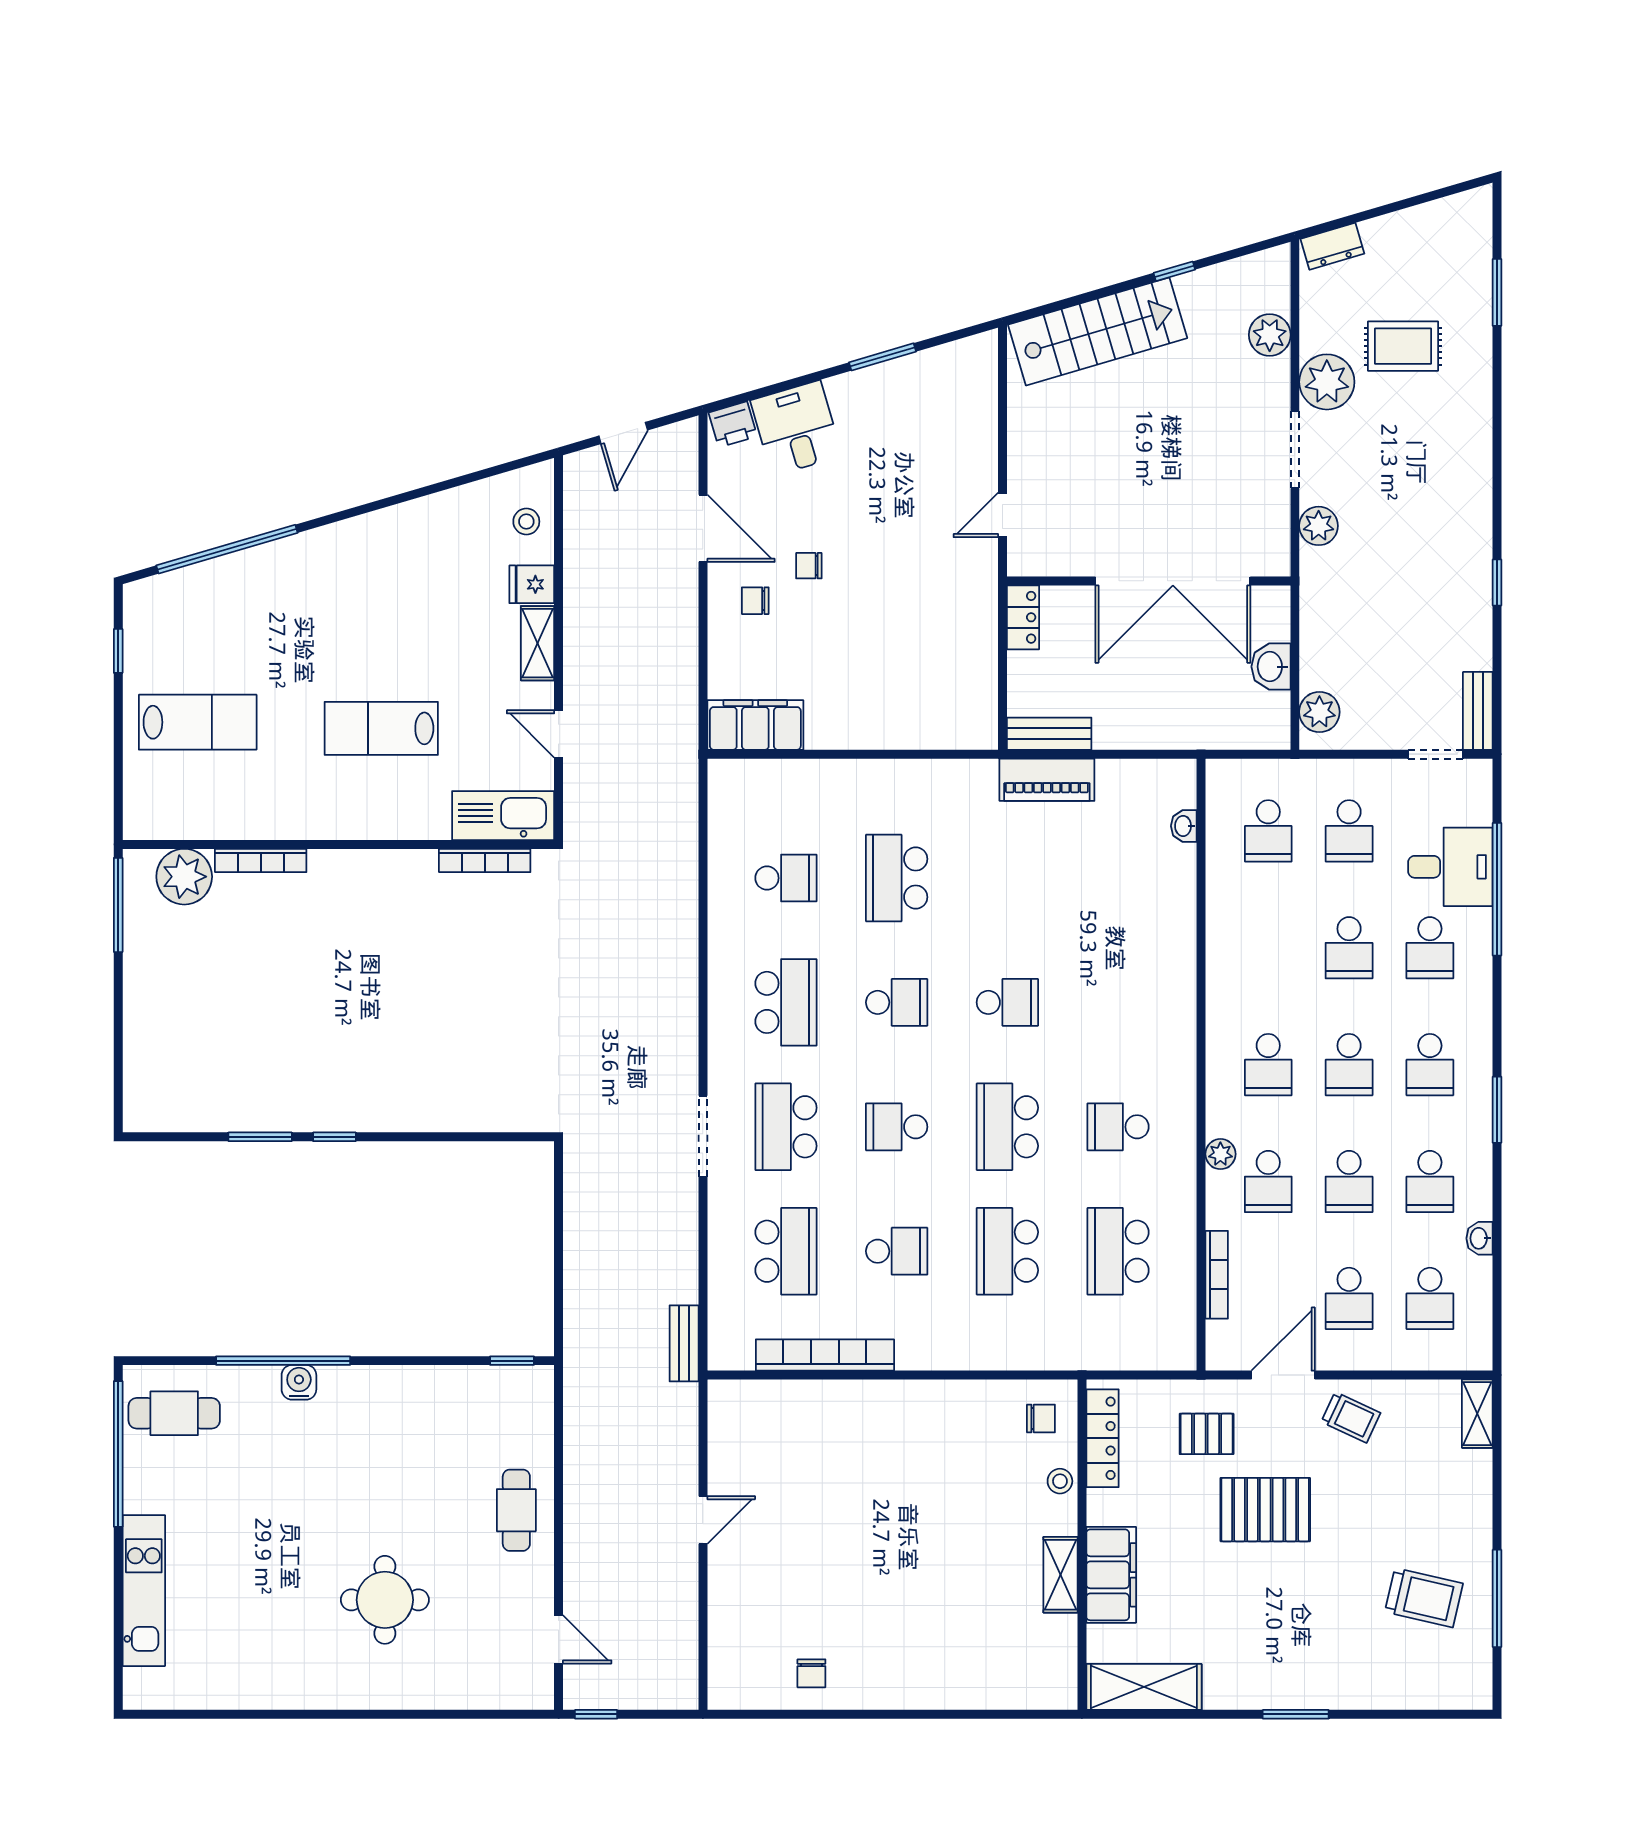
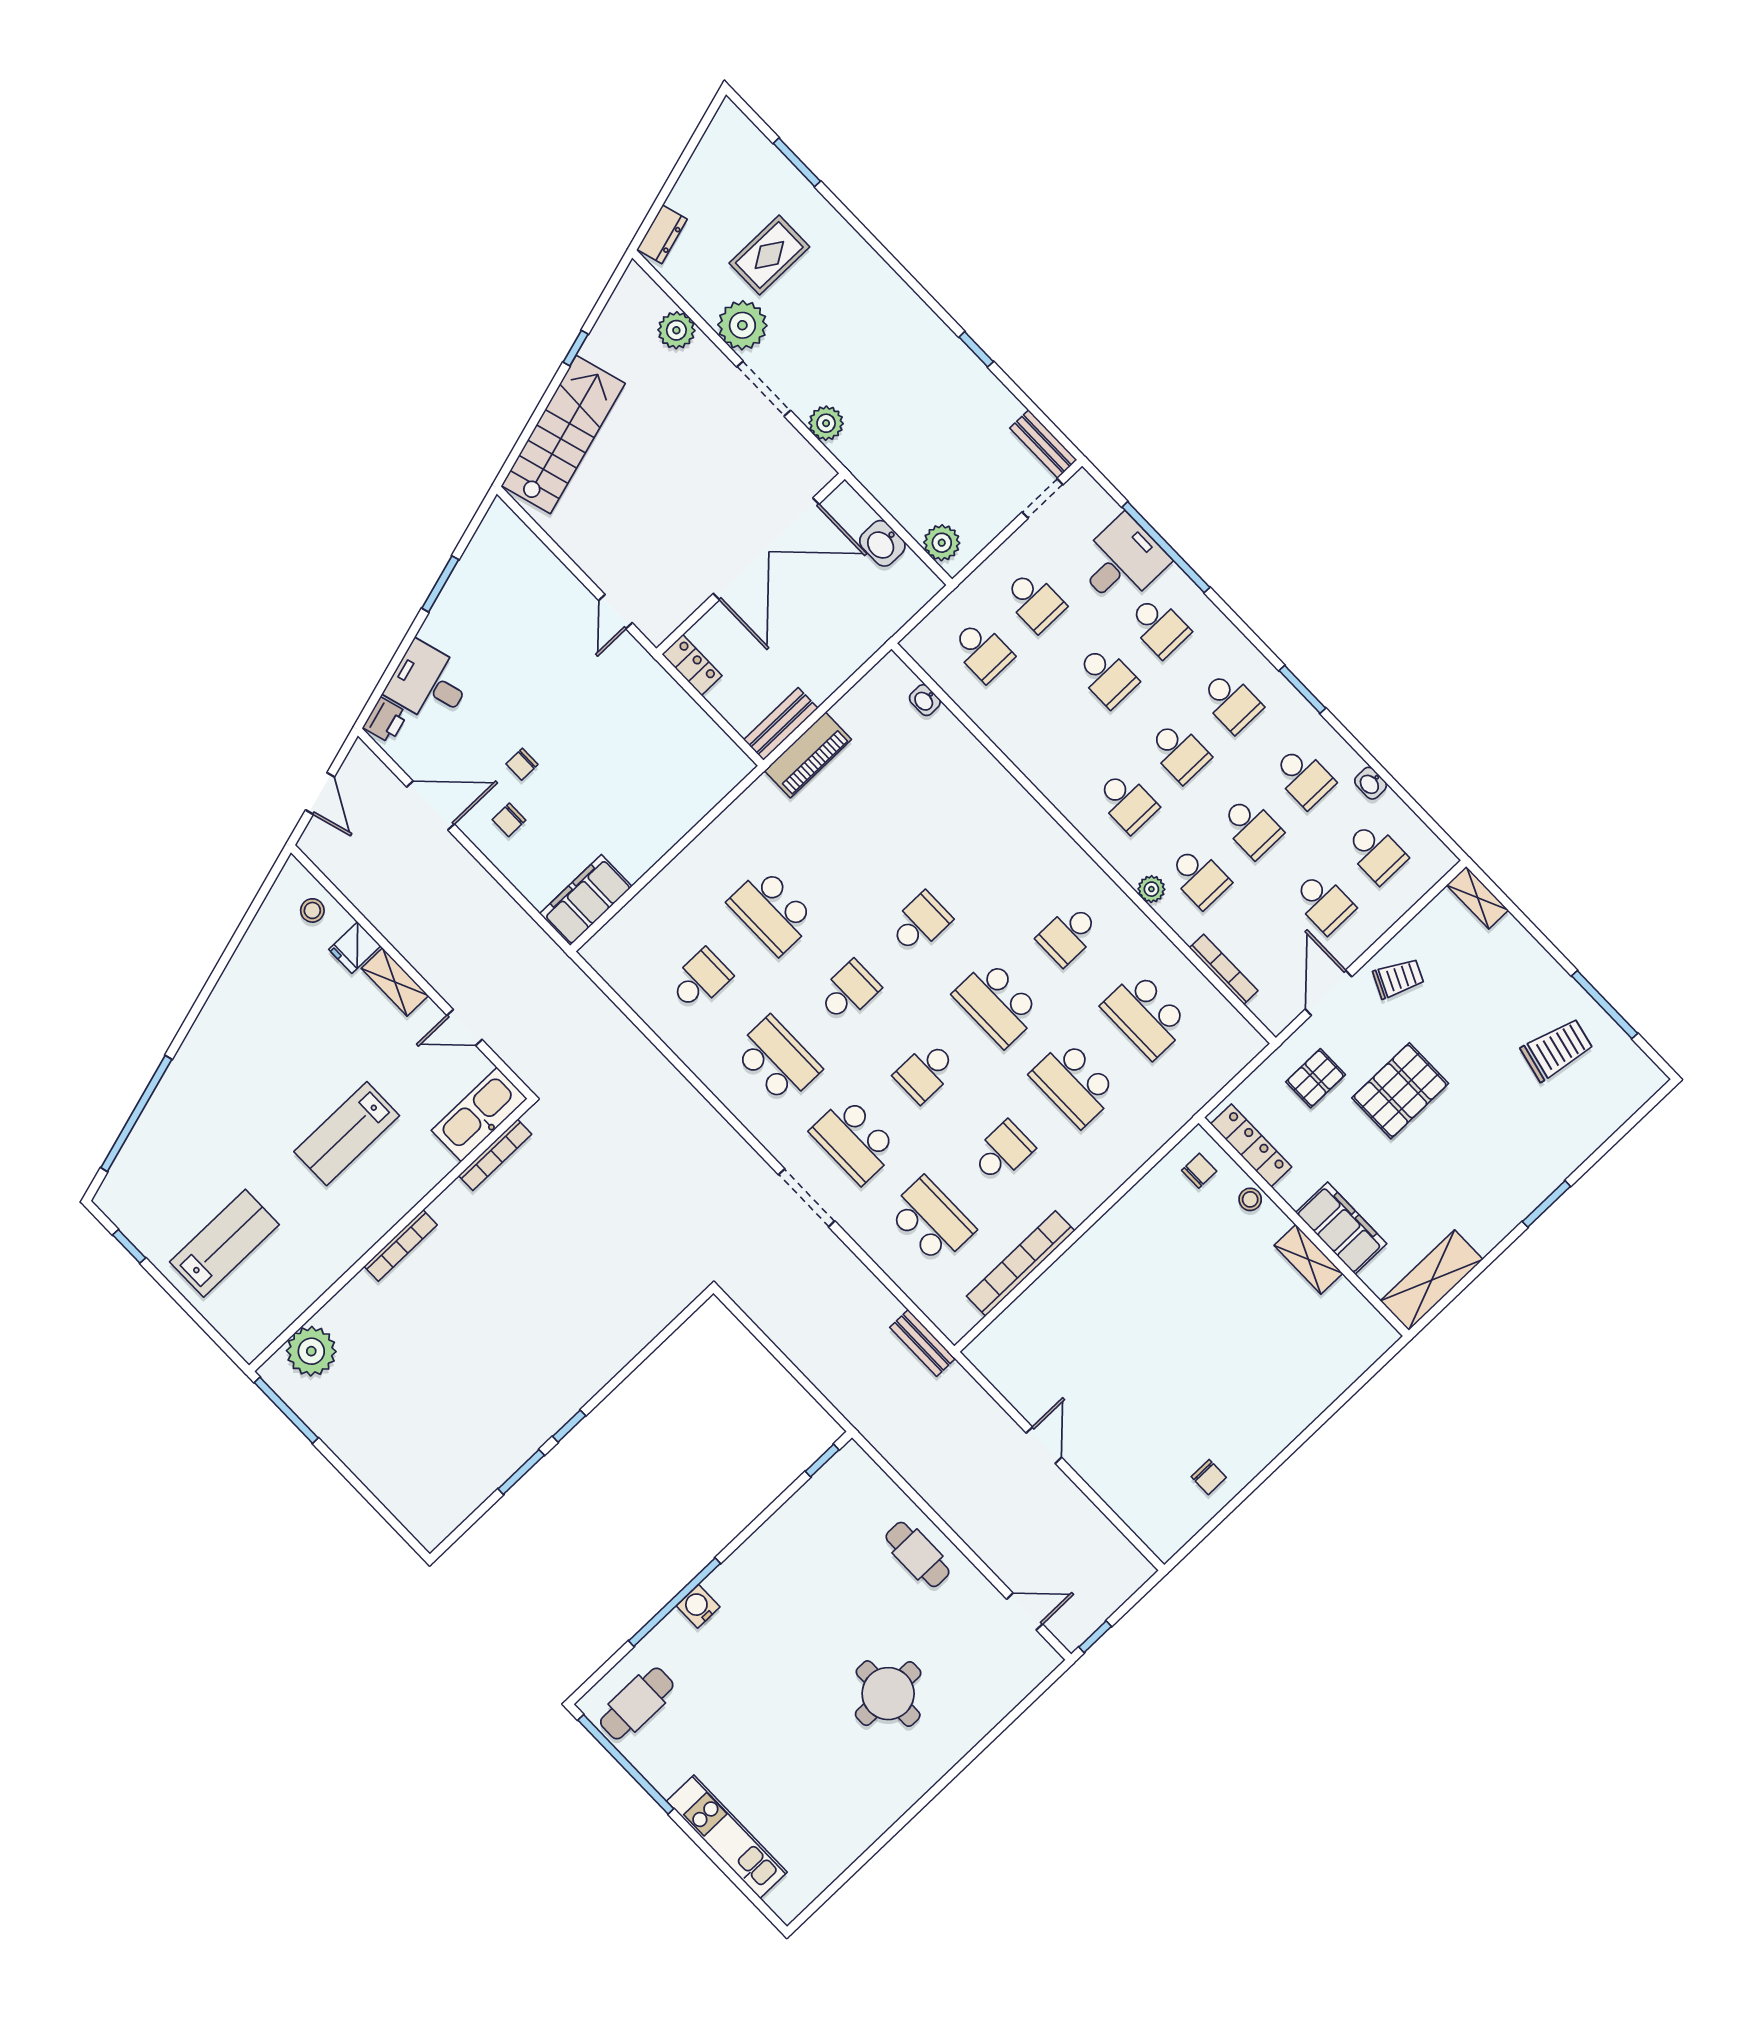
bookcase: (261, 860) -> (401, 1246), moved

